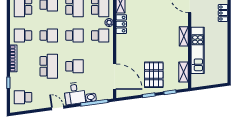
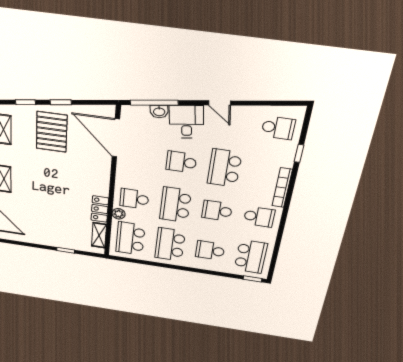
school desk: (74, 35) -> (175, 205), width x1.85

